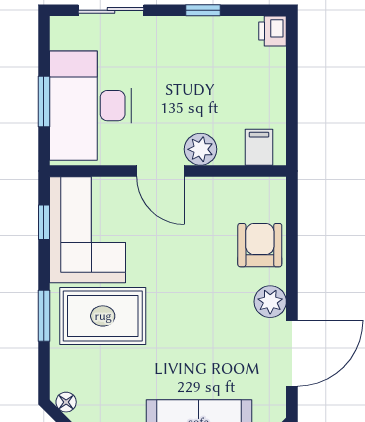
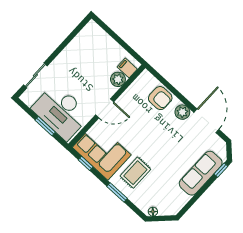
window: (203, 10) -> (64, 44), removed
printer: (273, 31) -> (92, 28), removed
plant: (201, 149) -> (118, 79), moved
armchair: (260, 245) -> (160, 98), turned 180
rug: (103, 316) -> (135, 173), width x0.73, depth x0.70

